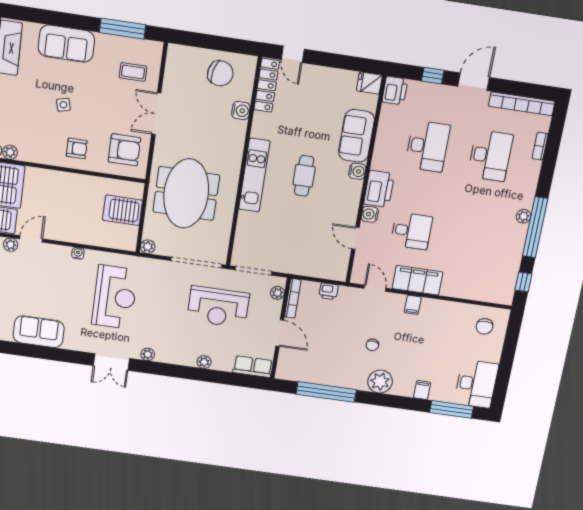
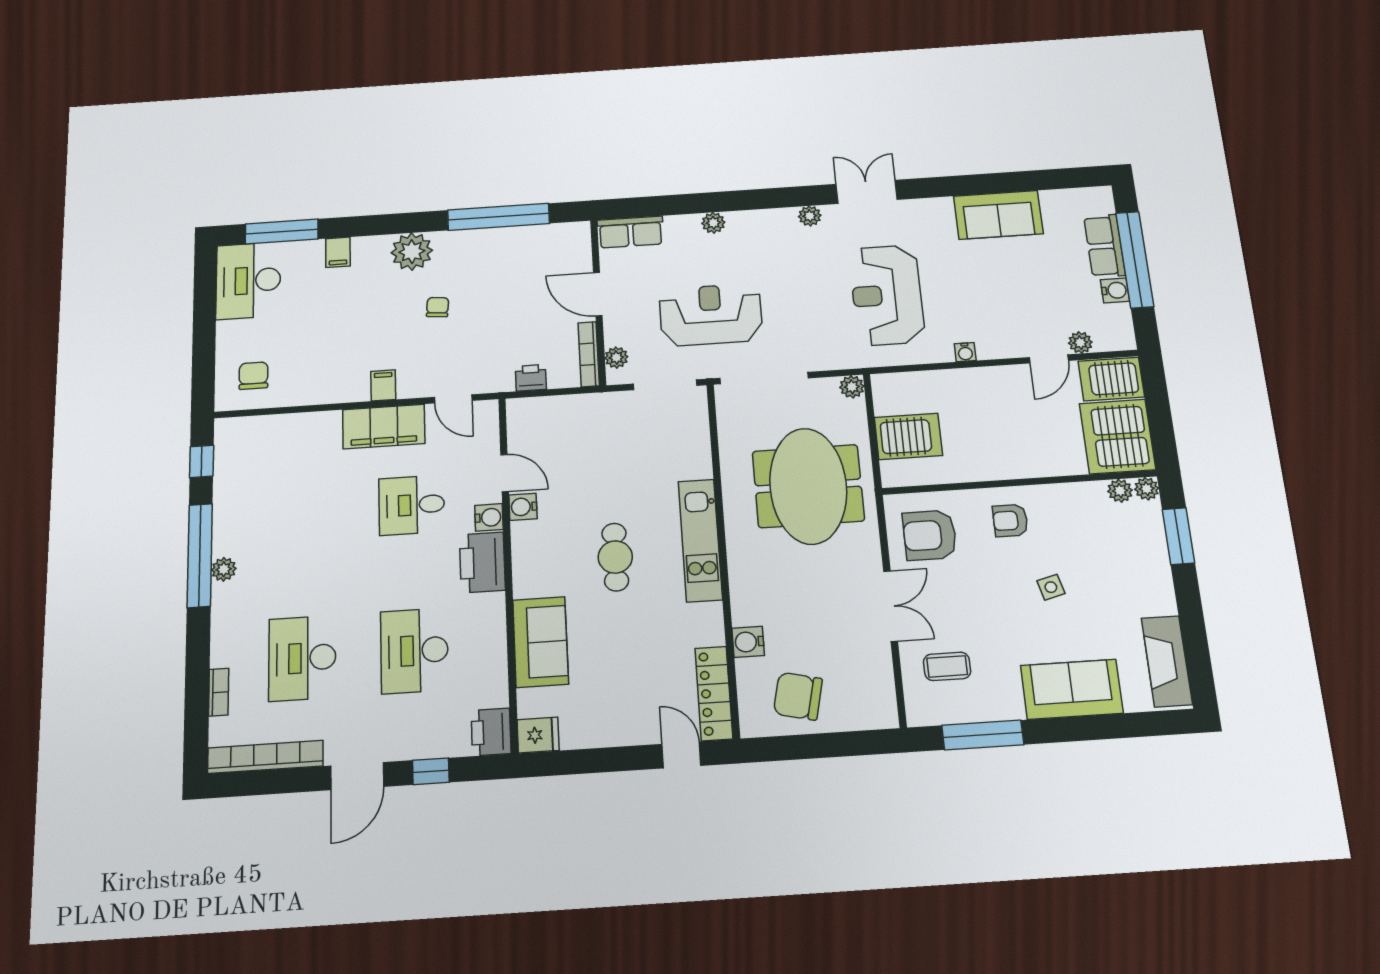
water cooler: (357, 171) -> (523, 507), moved

